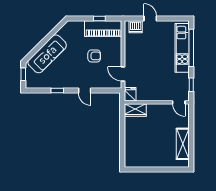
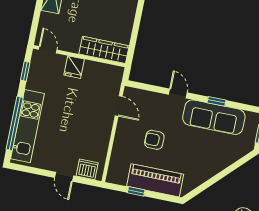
piano: (103, 29) -> (155, 180), moved
sofa: (47, 54) -> (214, 117), moved, turned -135
fridge: (130, 94) -> (74, 67), moved
wardrobe: (135, 110) -> (104, 50), width x1.50

